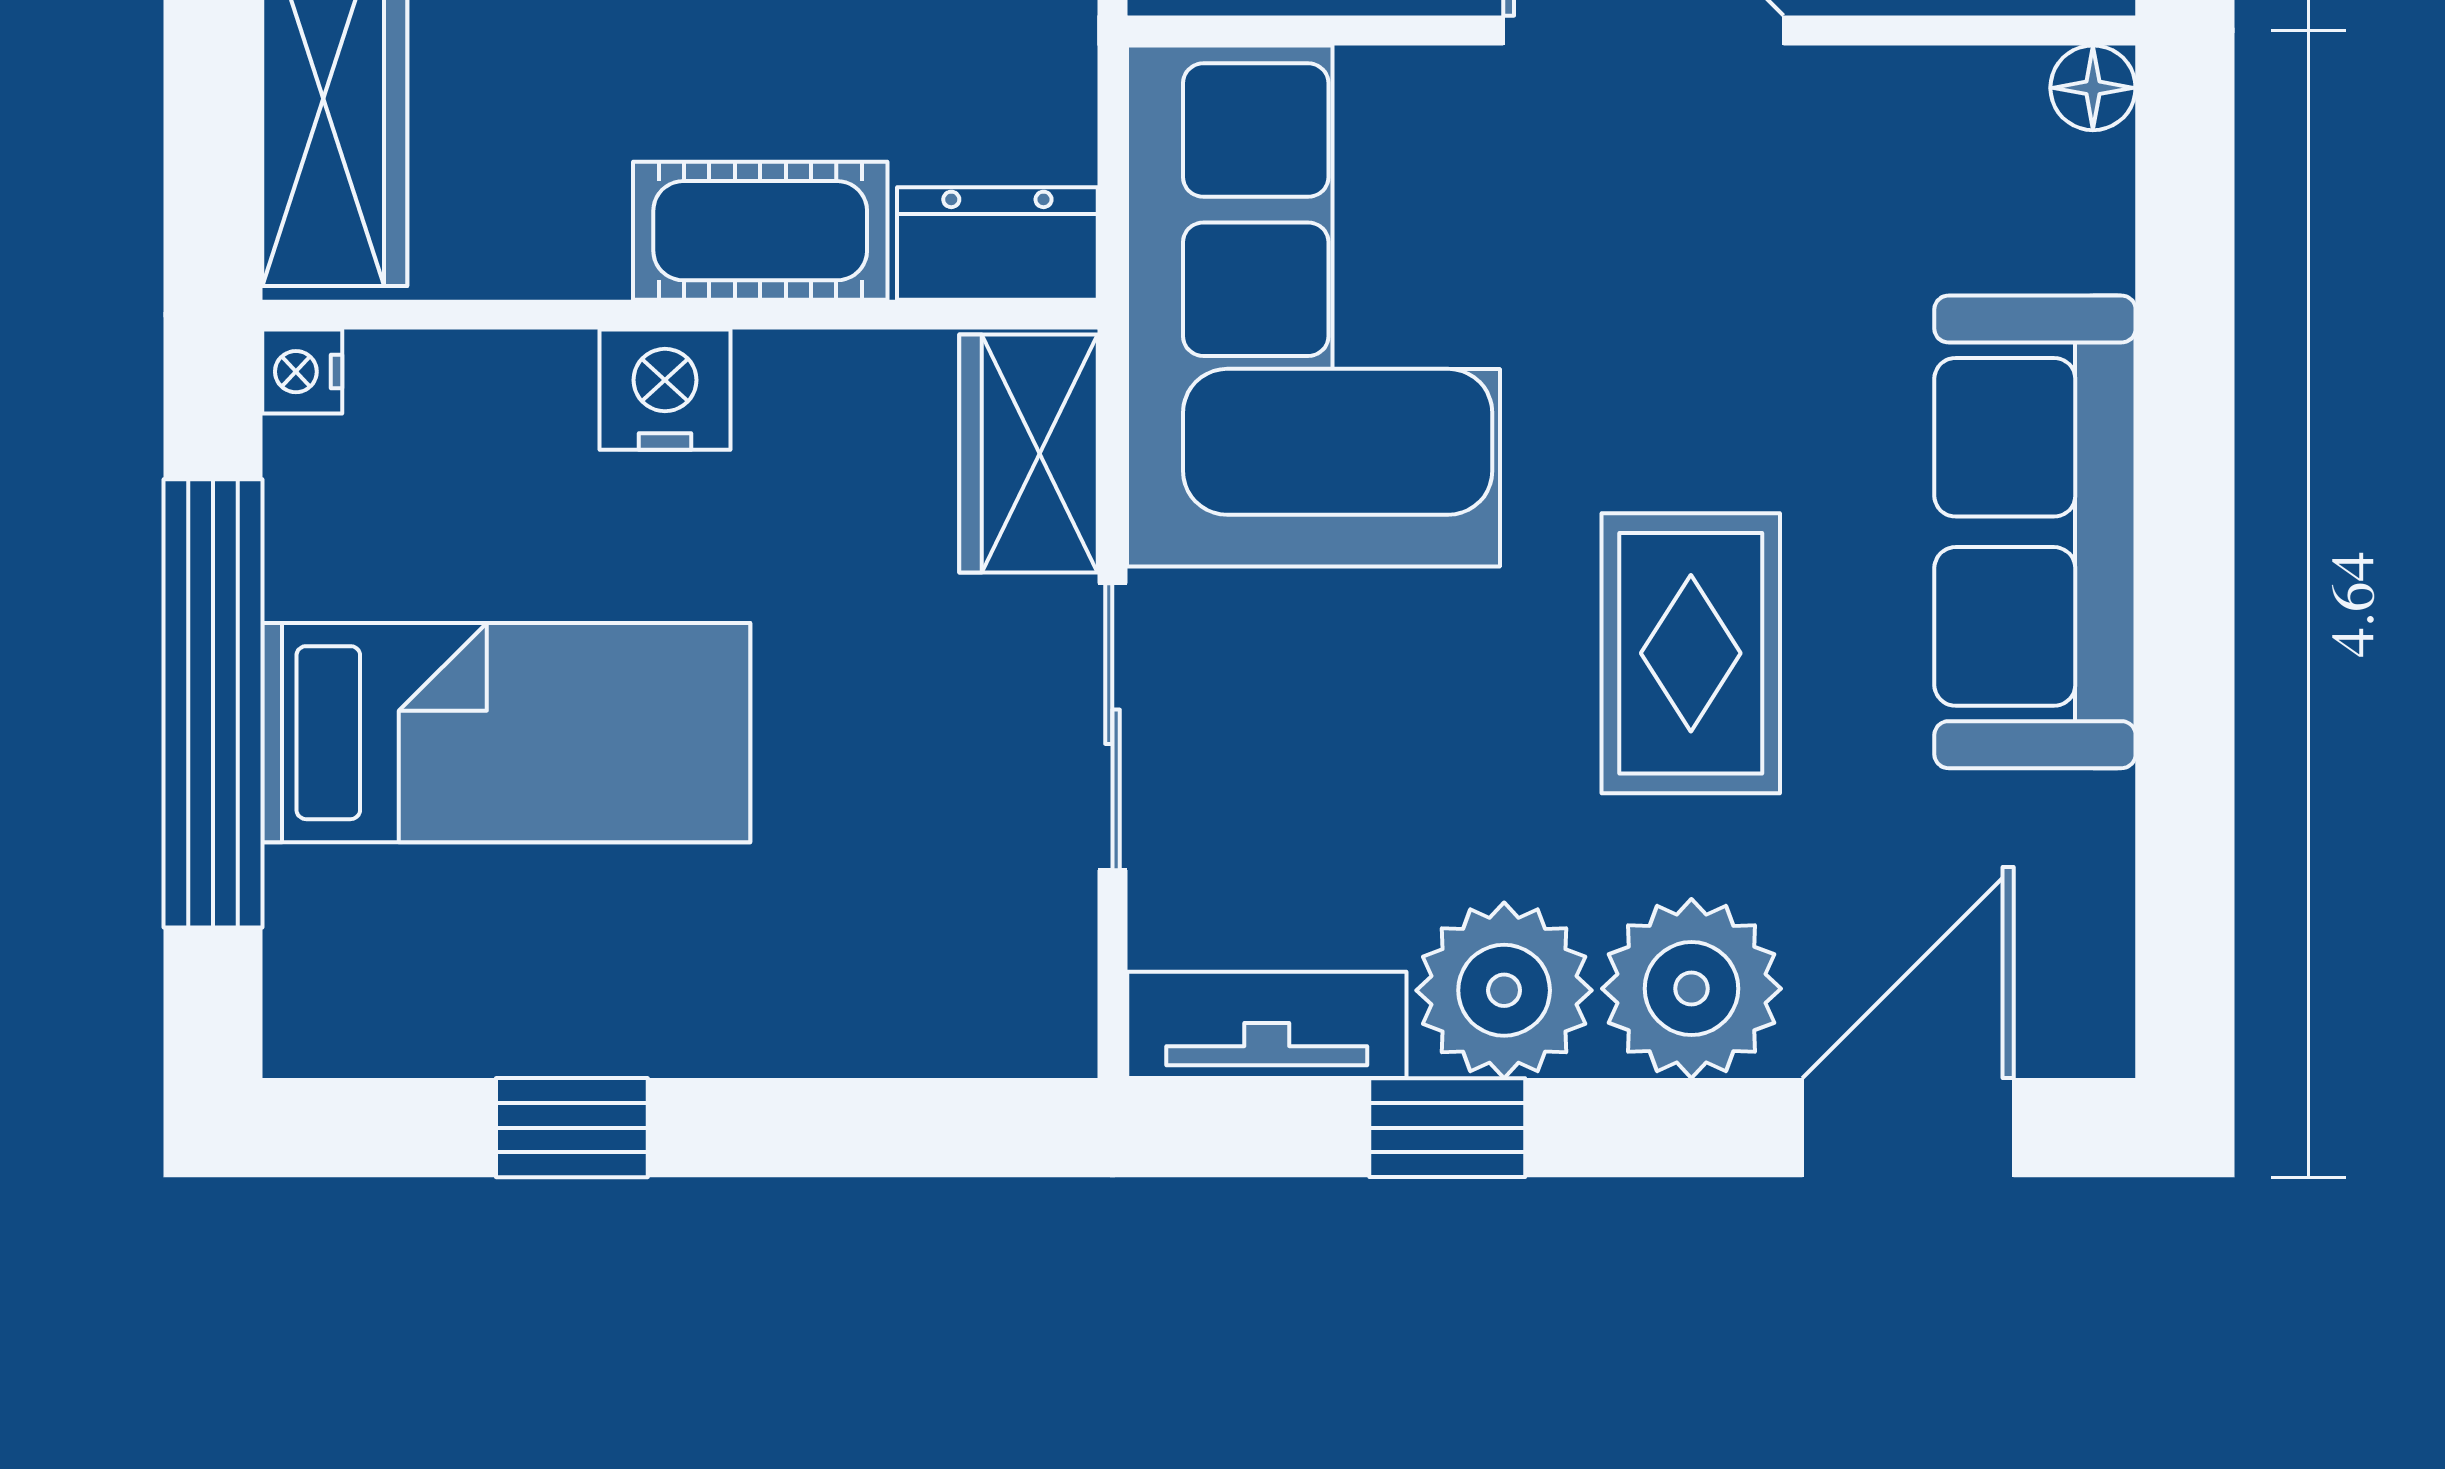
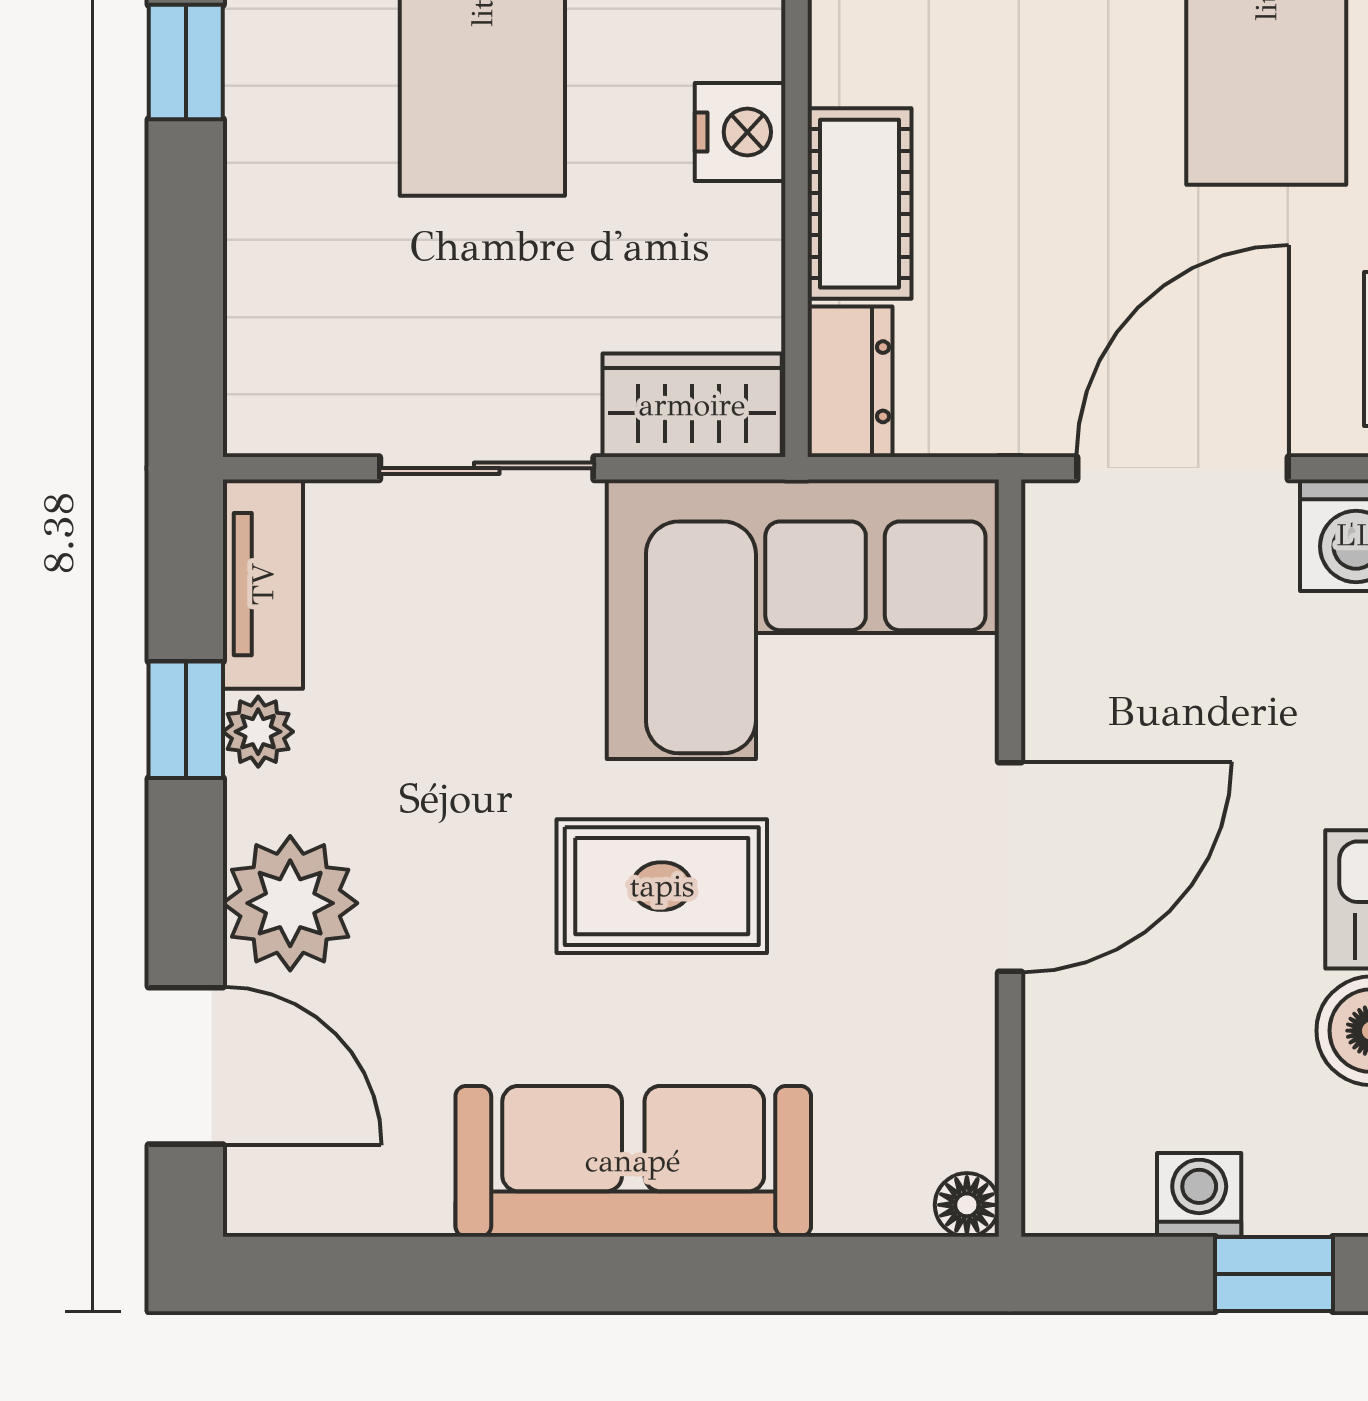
rug: (1691, 653) -> (662, 886), moved
plant: (1504, 990) -> (258, 732), width x0.53, depth x0.53

